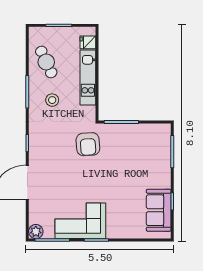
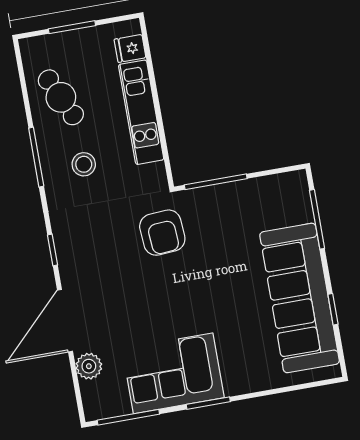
sofa: (159, 210) -> (300, 298), width x1.85, depth x1.27
plant: (36, 232) -> (89, 366), moved

